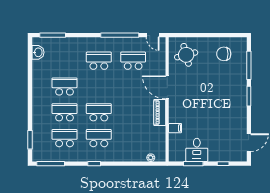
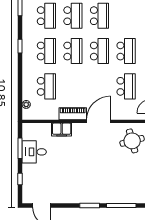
chair: (224, 54) -> (133, 180), removed
school desk: (99, 87) -> (99, 51), added
filing cabinet: (175, 128) -> (62, 130), width x2.00
school desk: (133, 138) -> (46, 86), added

